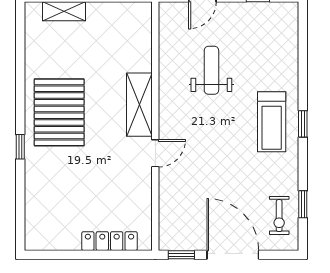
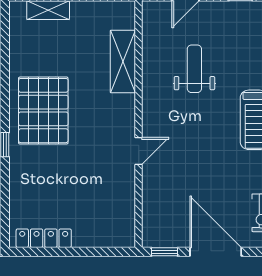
shelving: (139, 105) -> (123, 62), moved
locker: (109, 241) -> (44, 238), moved

